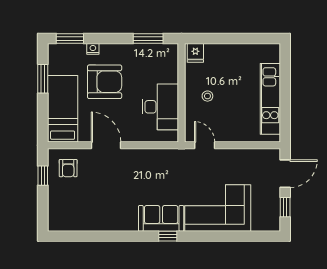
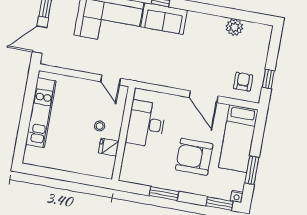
window: (148, 38) -> (164, 194), moved
nightstand: (93, 49) -> (237, 197), moved
fridge: (195, 53) -> (109, 147), moved, turned -90
plant: (87, 222) -> (234, 27), added

